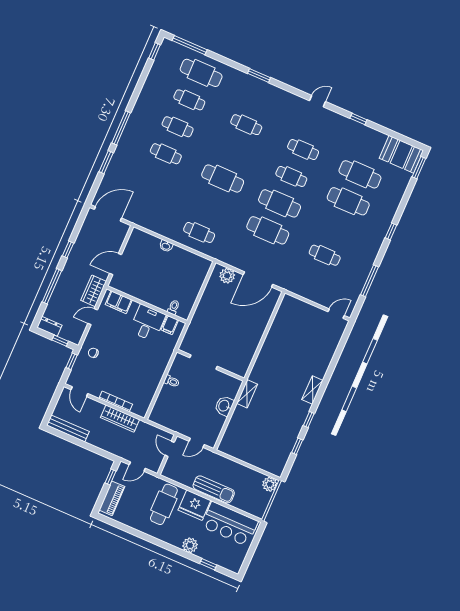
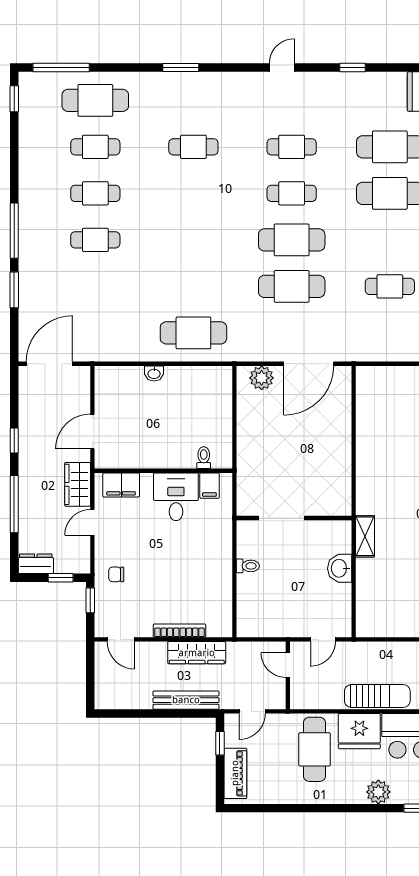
cafe table: (223, 179) -> (193, 240), removed
cafe table: (199, 232) -> (193, 333), width x1.37, depth x1.35
bench: (68, 428) -> (186, 700), moved

